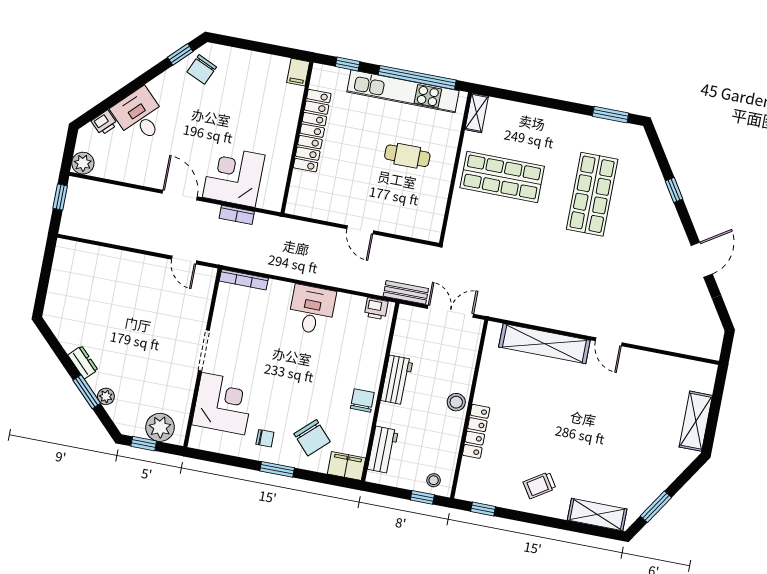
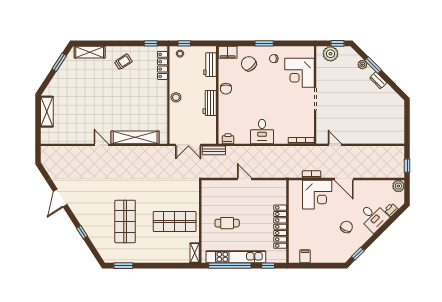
chair: (202, 69) -> (346, 227), moved
filing cabinet: (298, 72) -> (305, 256), moved
locker: (476, 431) -> (162, 65), moved

